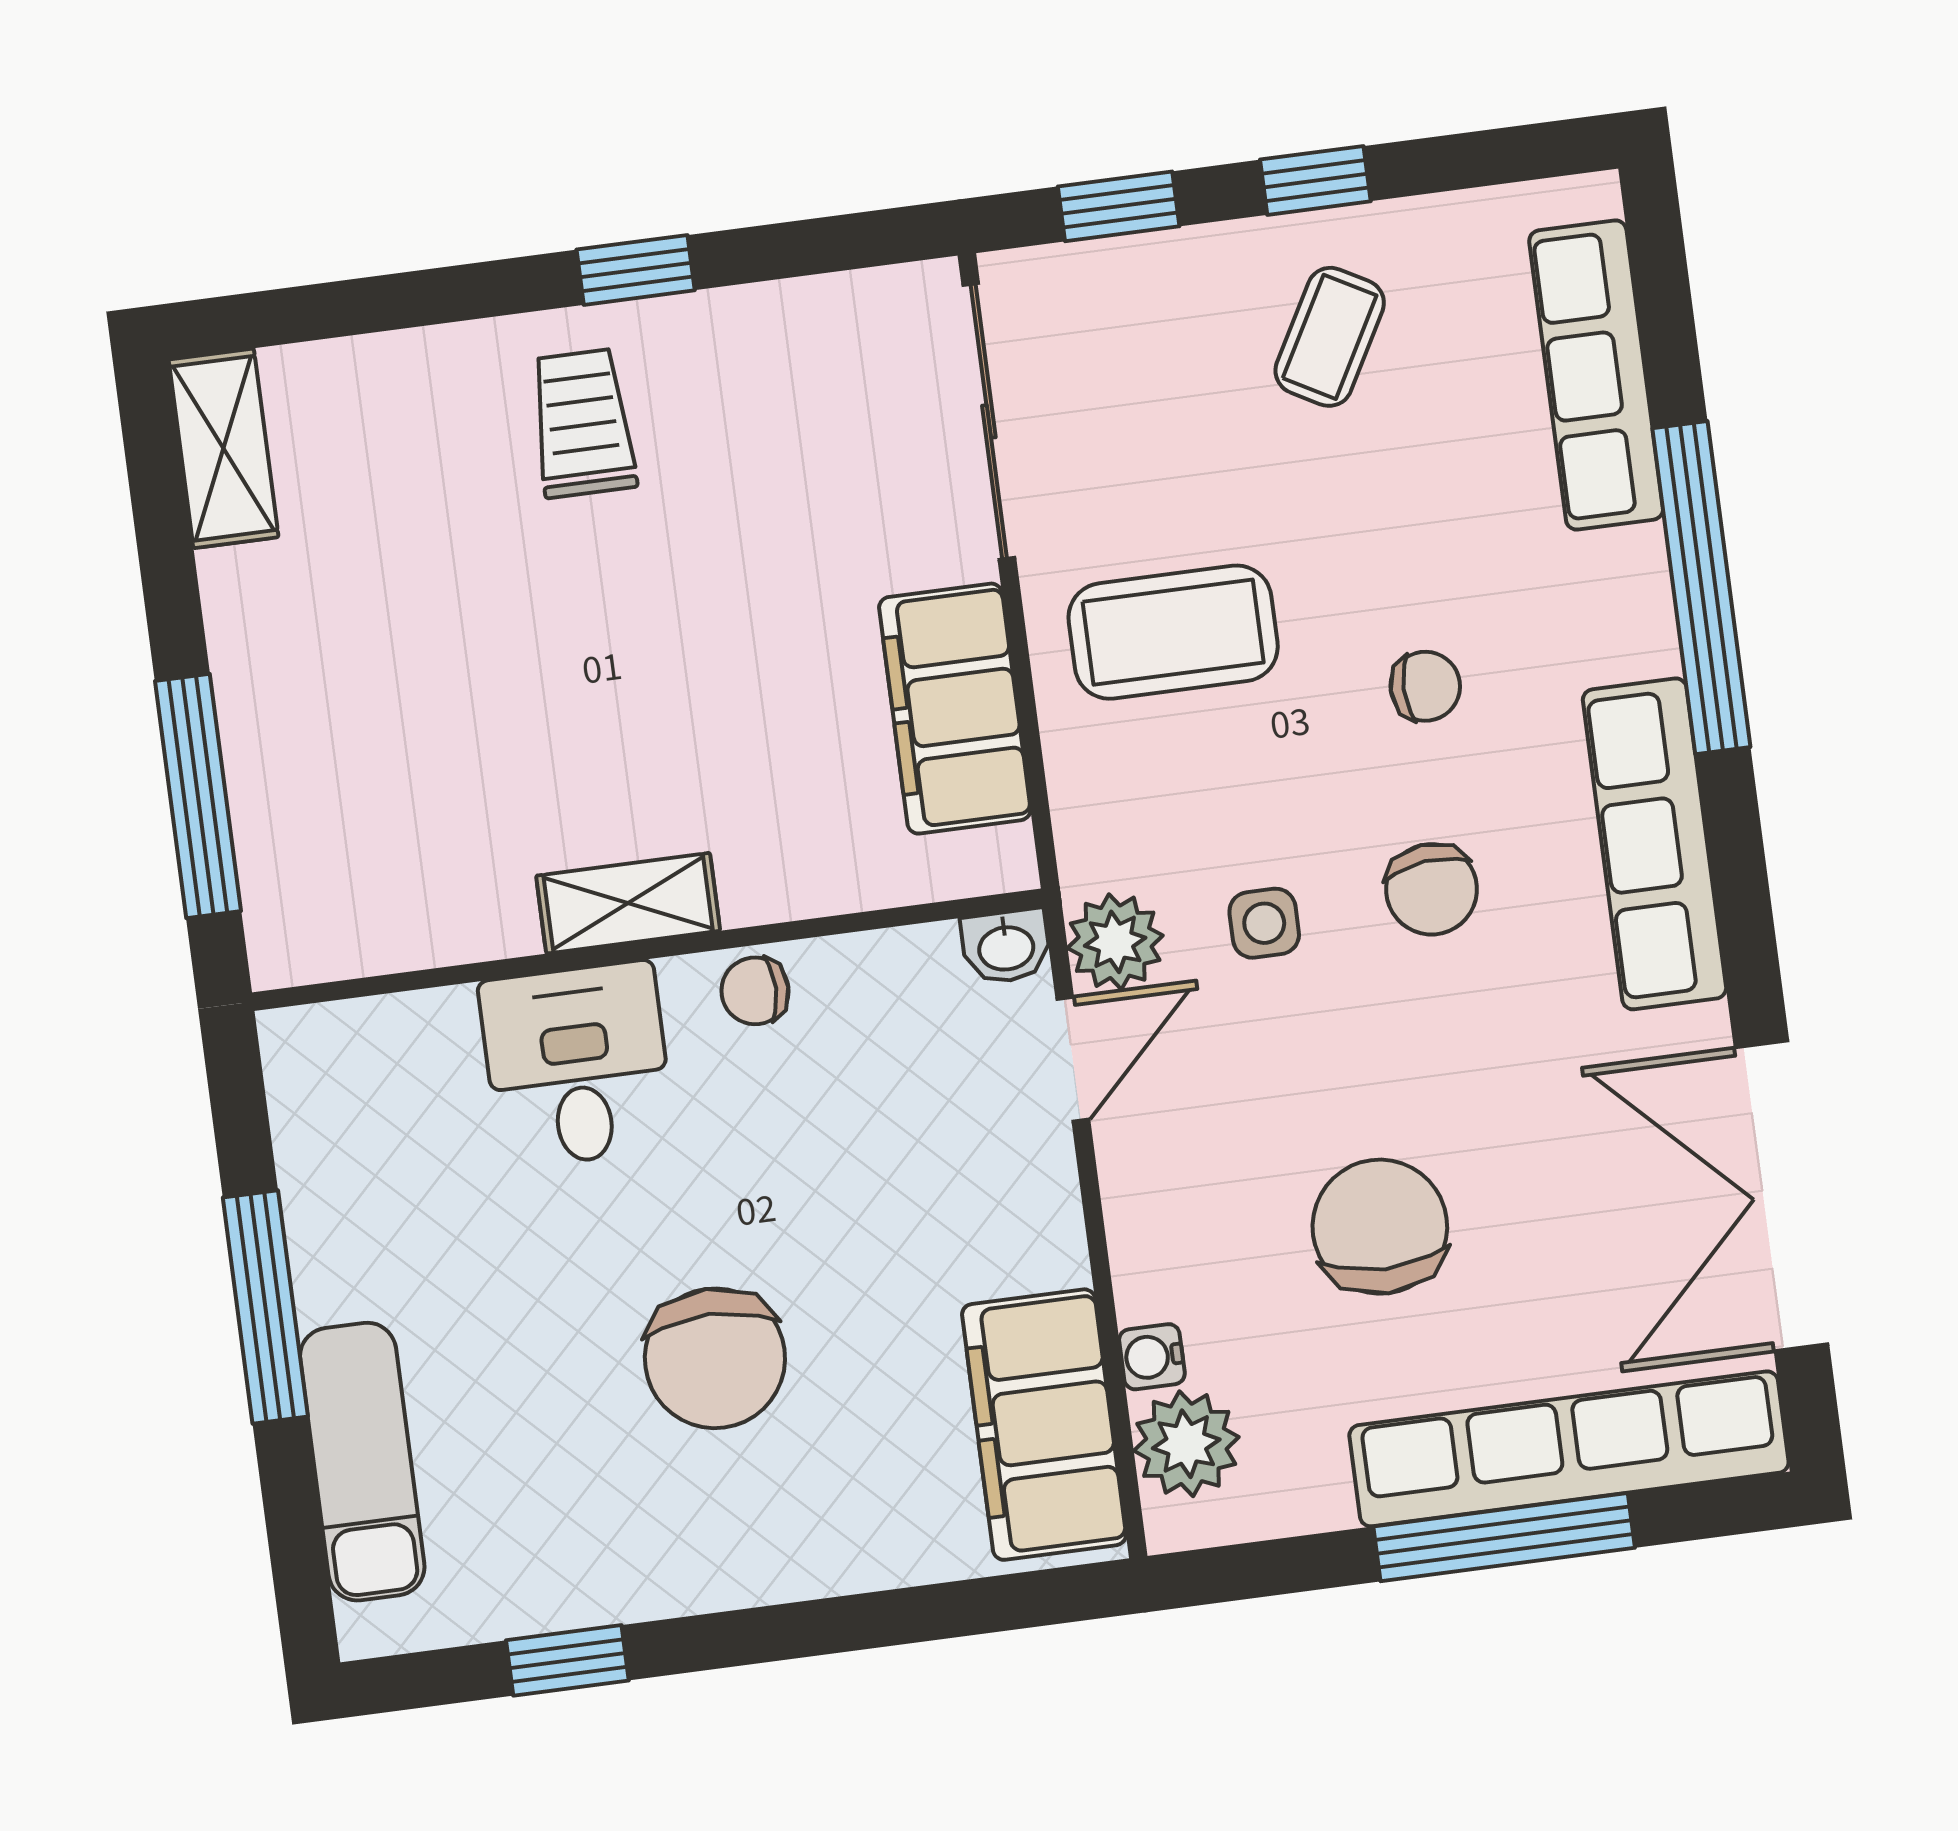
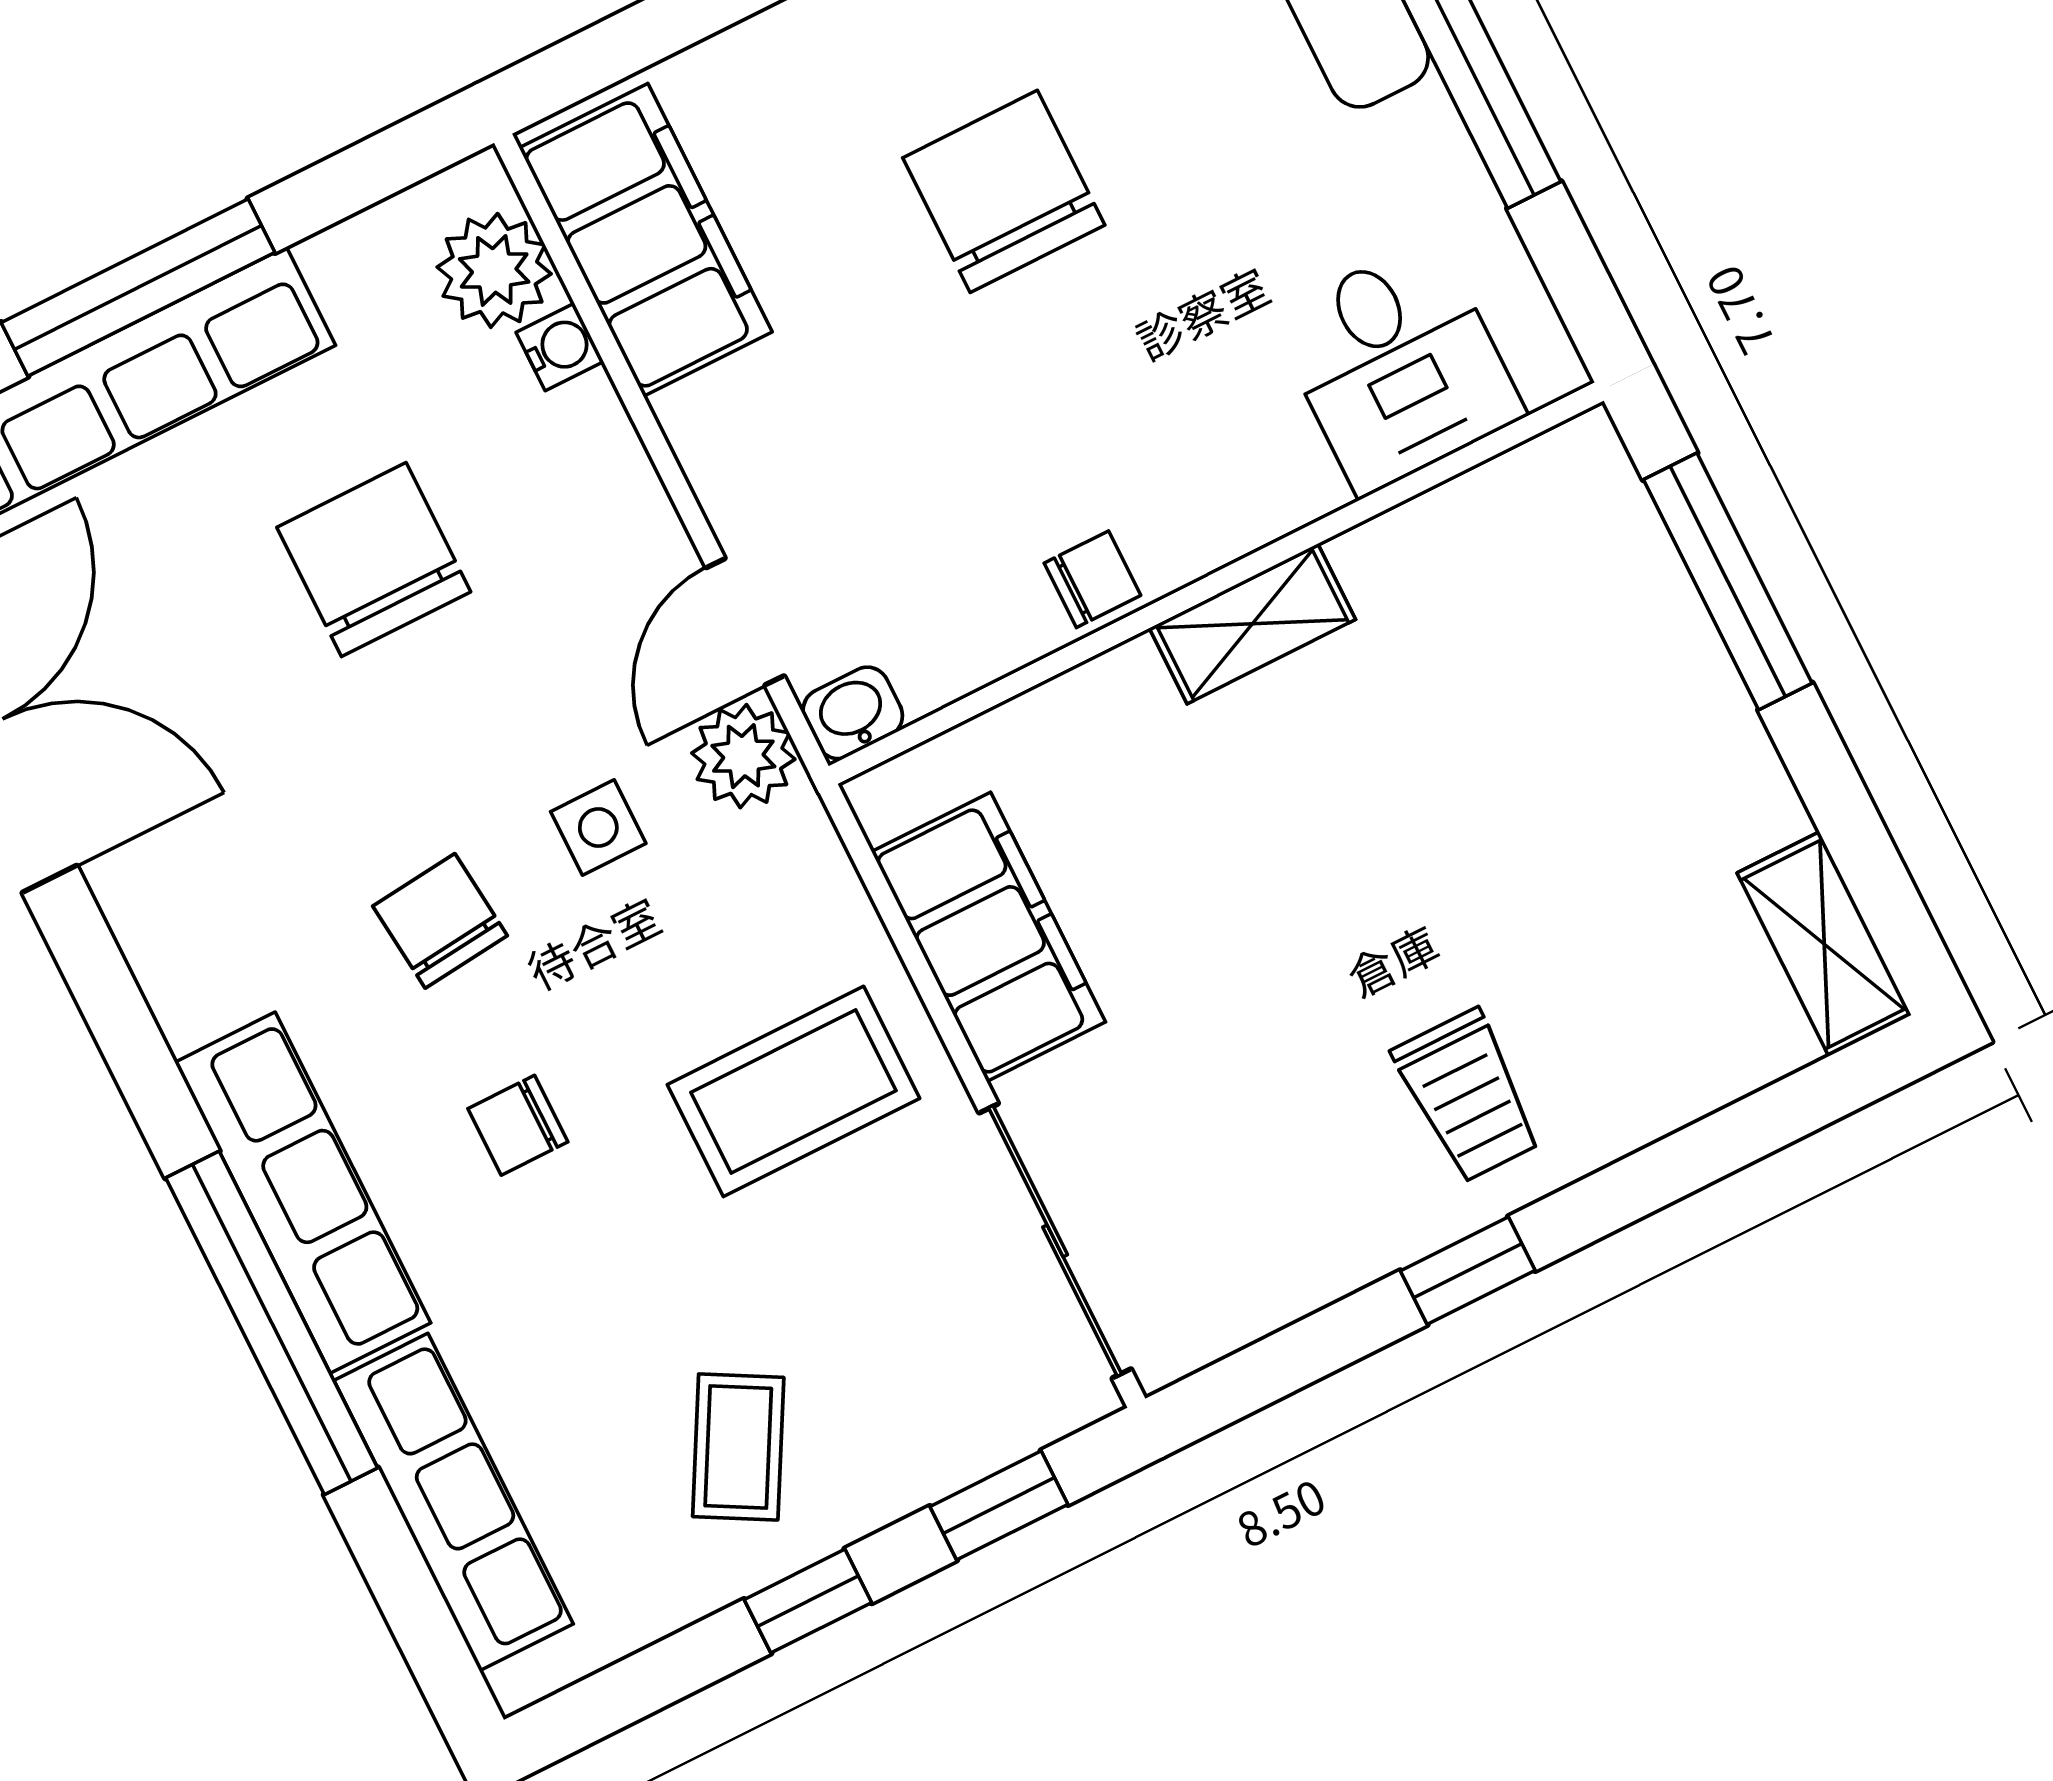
row of seats: (1654, 844) -> (303, 1193), moved
desk: (577, 1065) -> (1398, 366), moved
chair: (1380, 1227) -> (374, 560), turned 180

